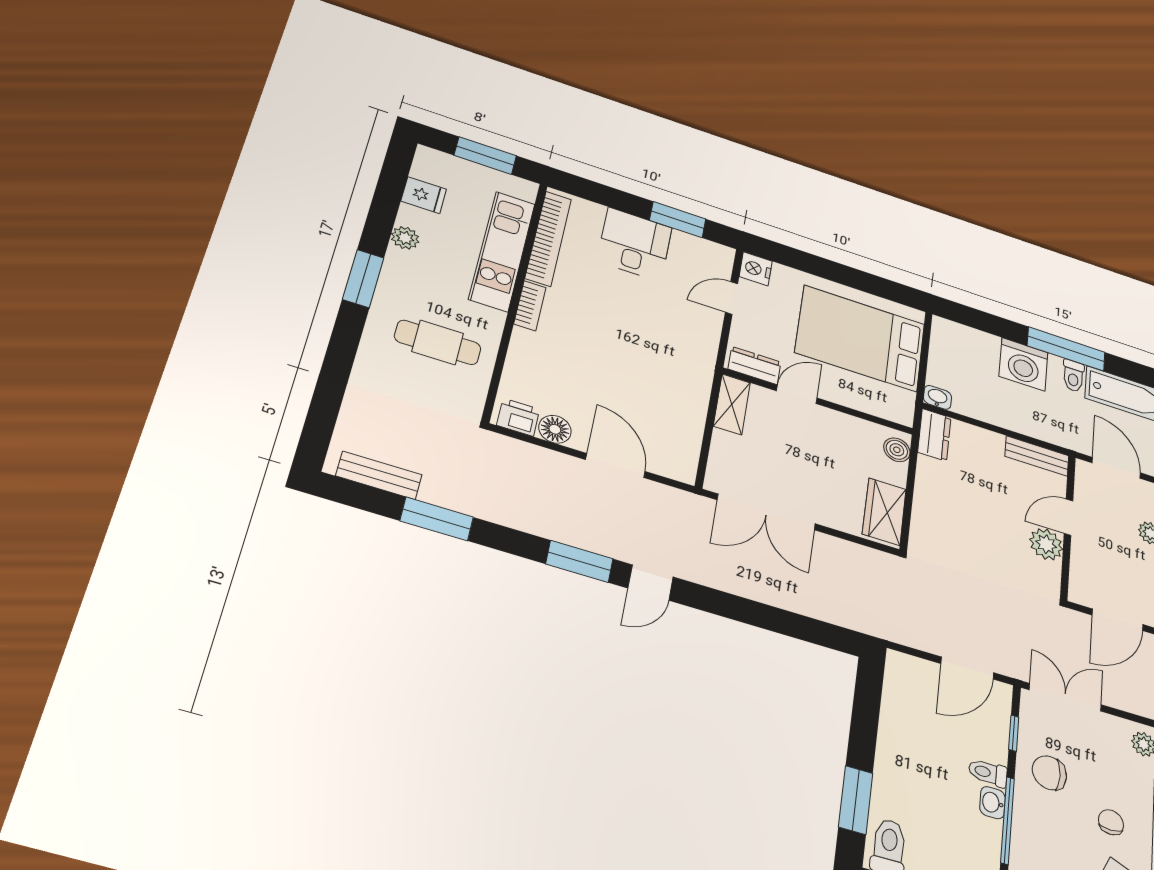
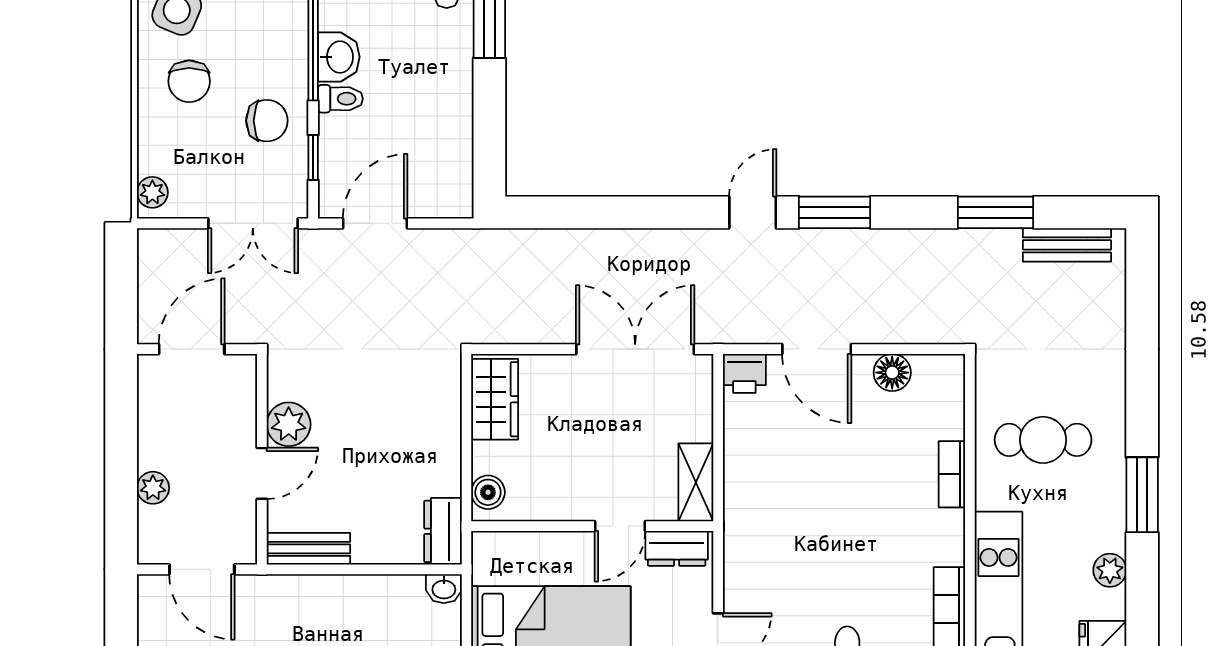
bookcase: (530, 306) -> (952, 474), moved
printer: (518, 417) -> (744, 373), moved
washbasin: (992, 803) -> (339, 57), width x1.38, depth x1.45
chair: (1111, 822) -> (189, 81), width x1.37, depth x1.37

